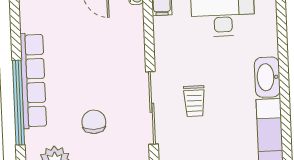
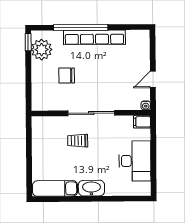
sliding door: (152, 108) -> (91, 113), moved
chair: (94, 122) -> (67, 76), turned 180

